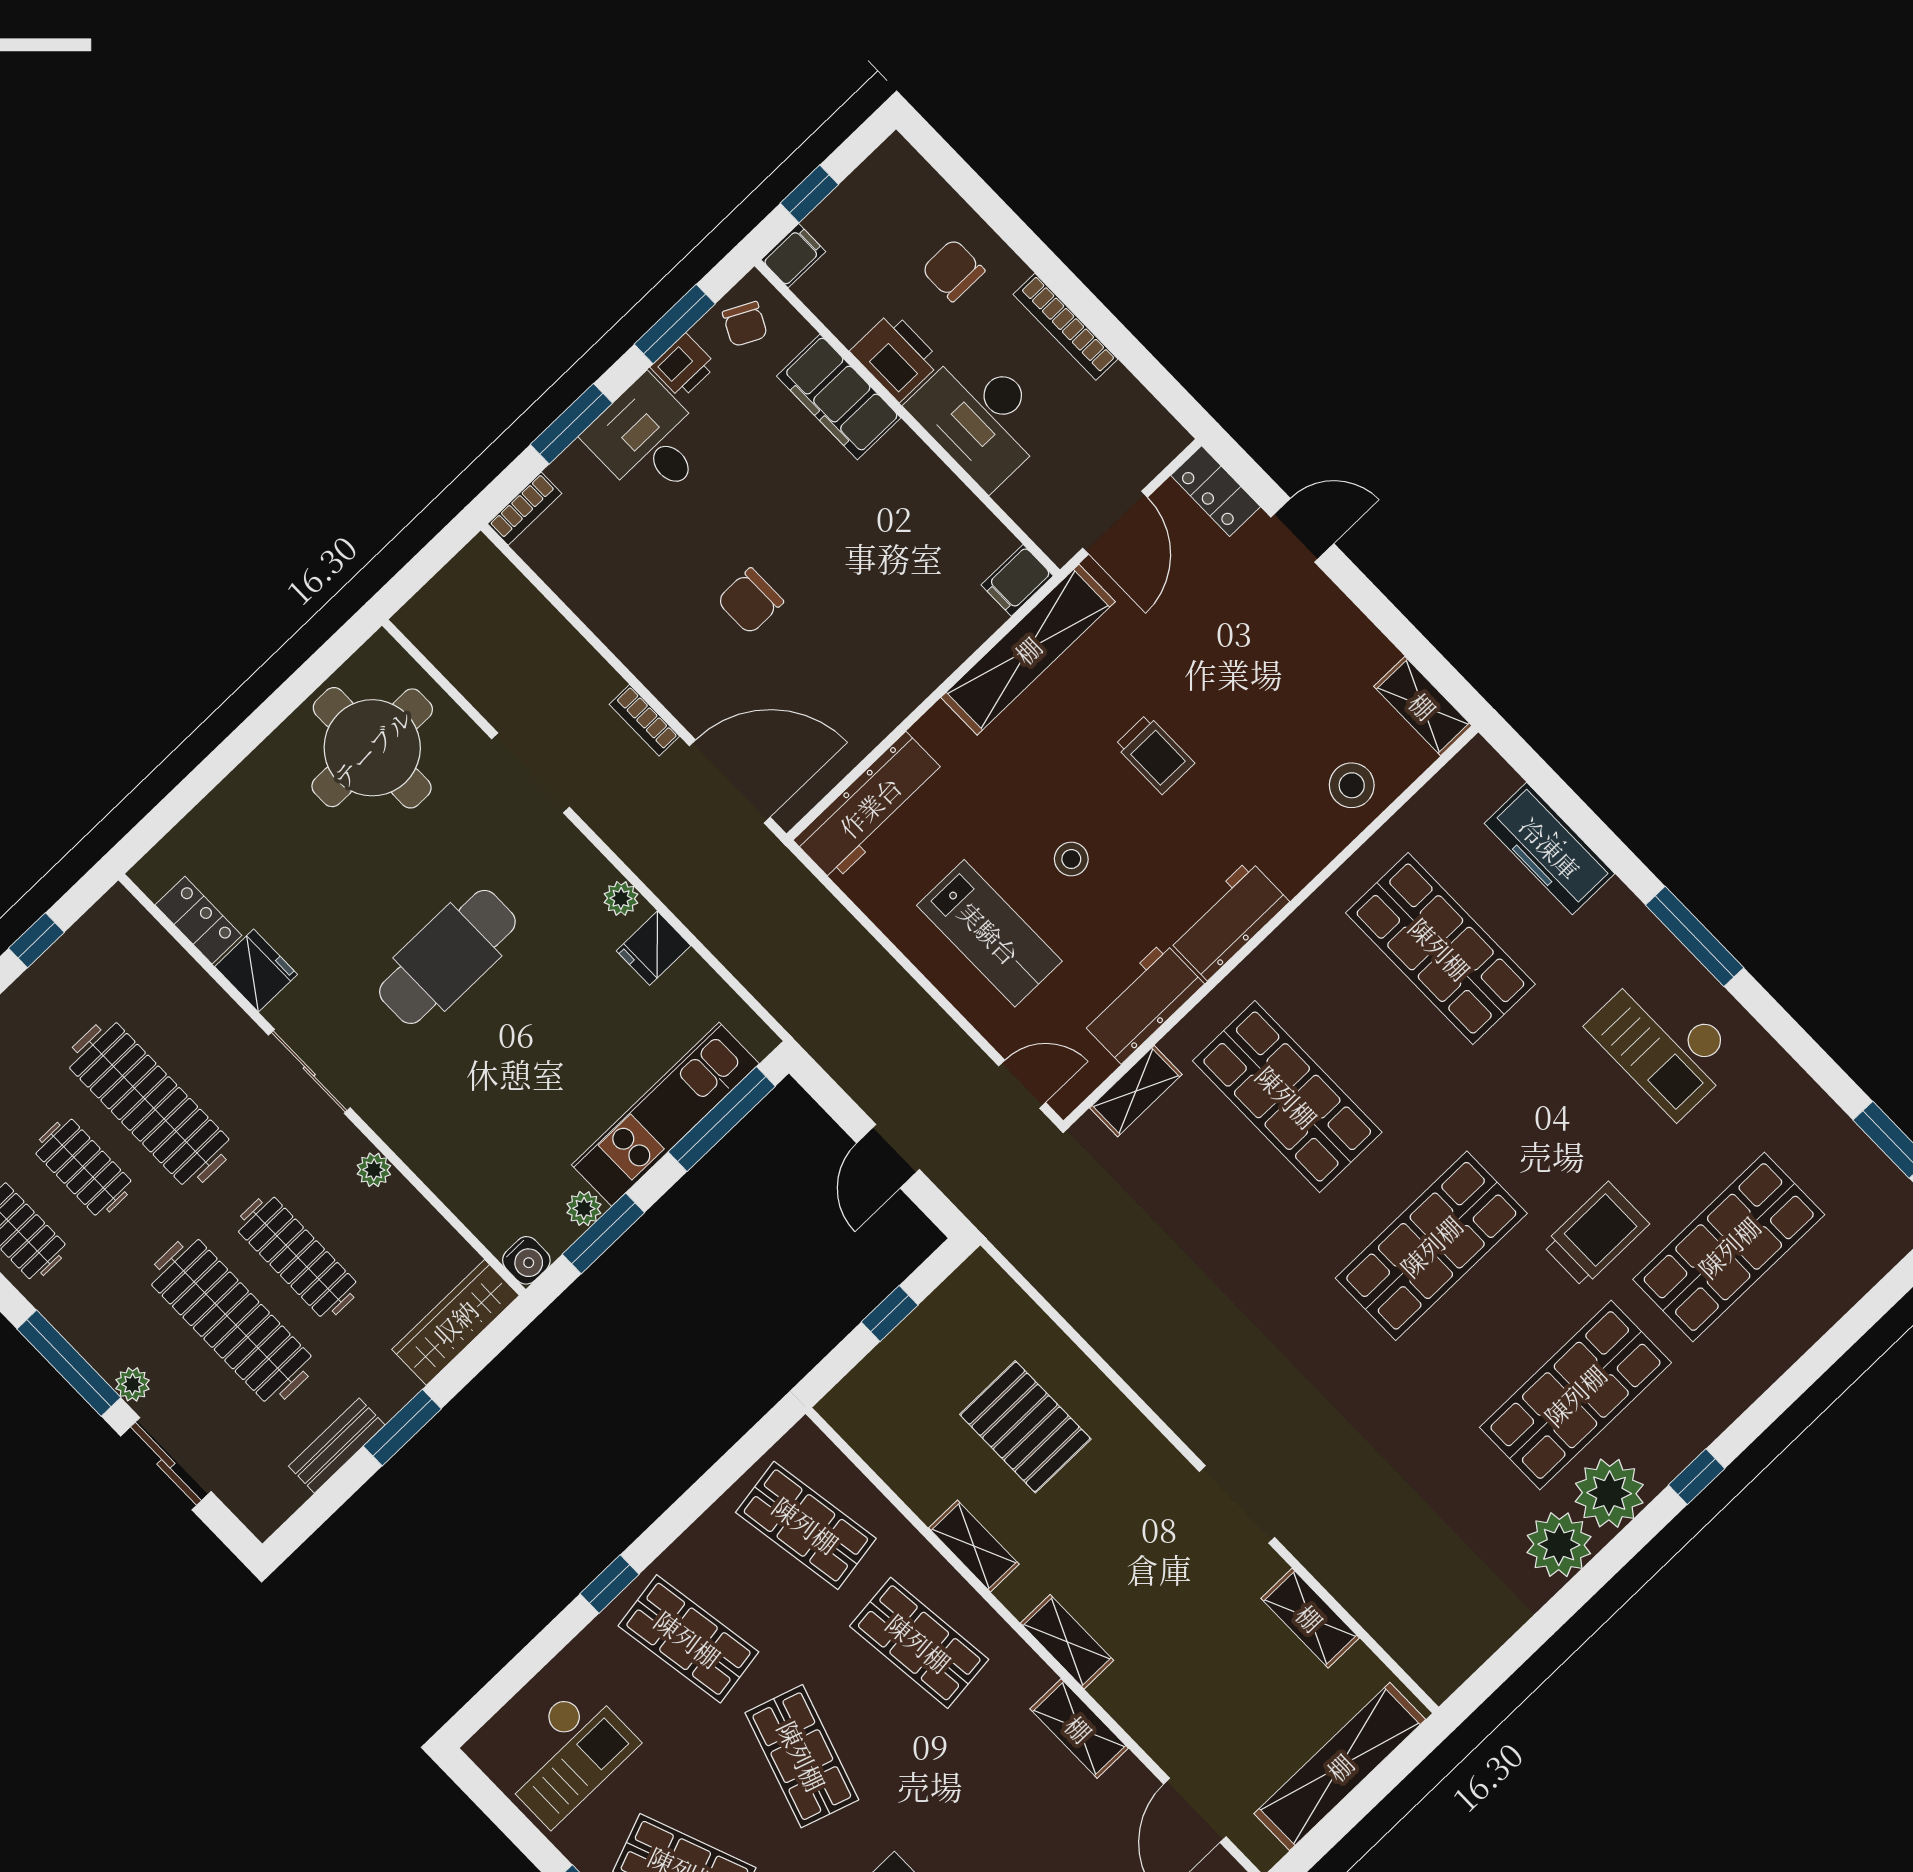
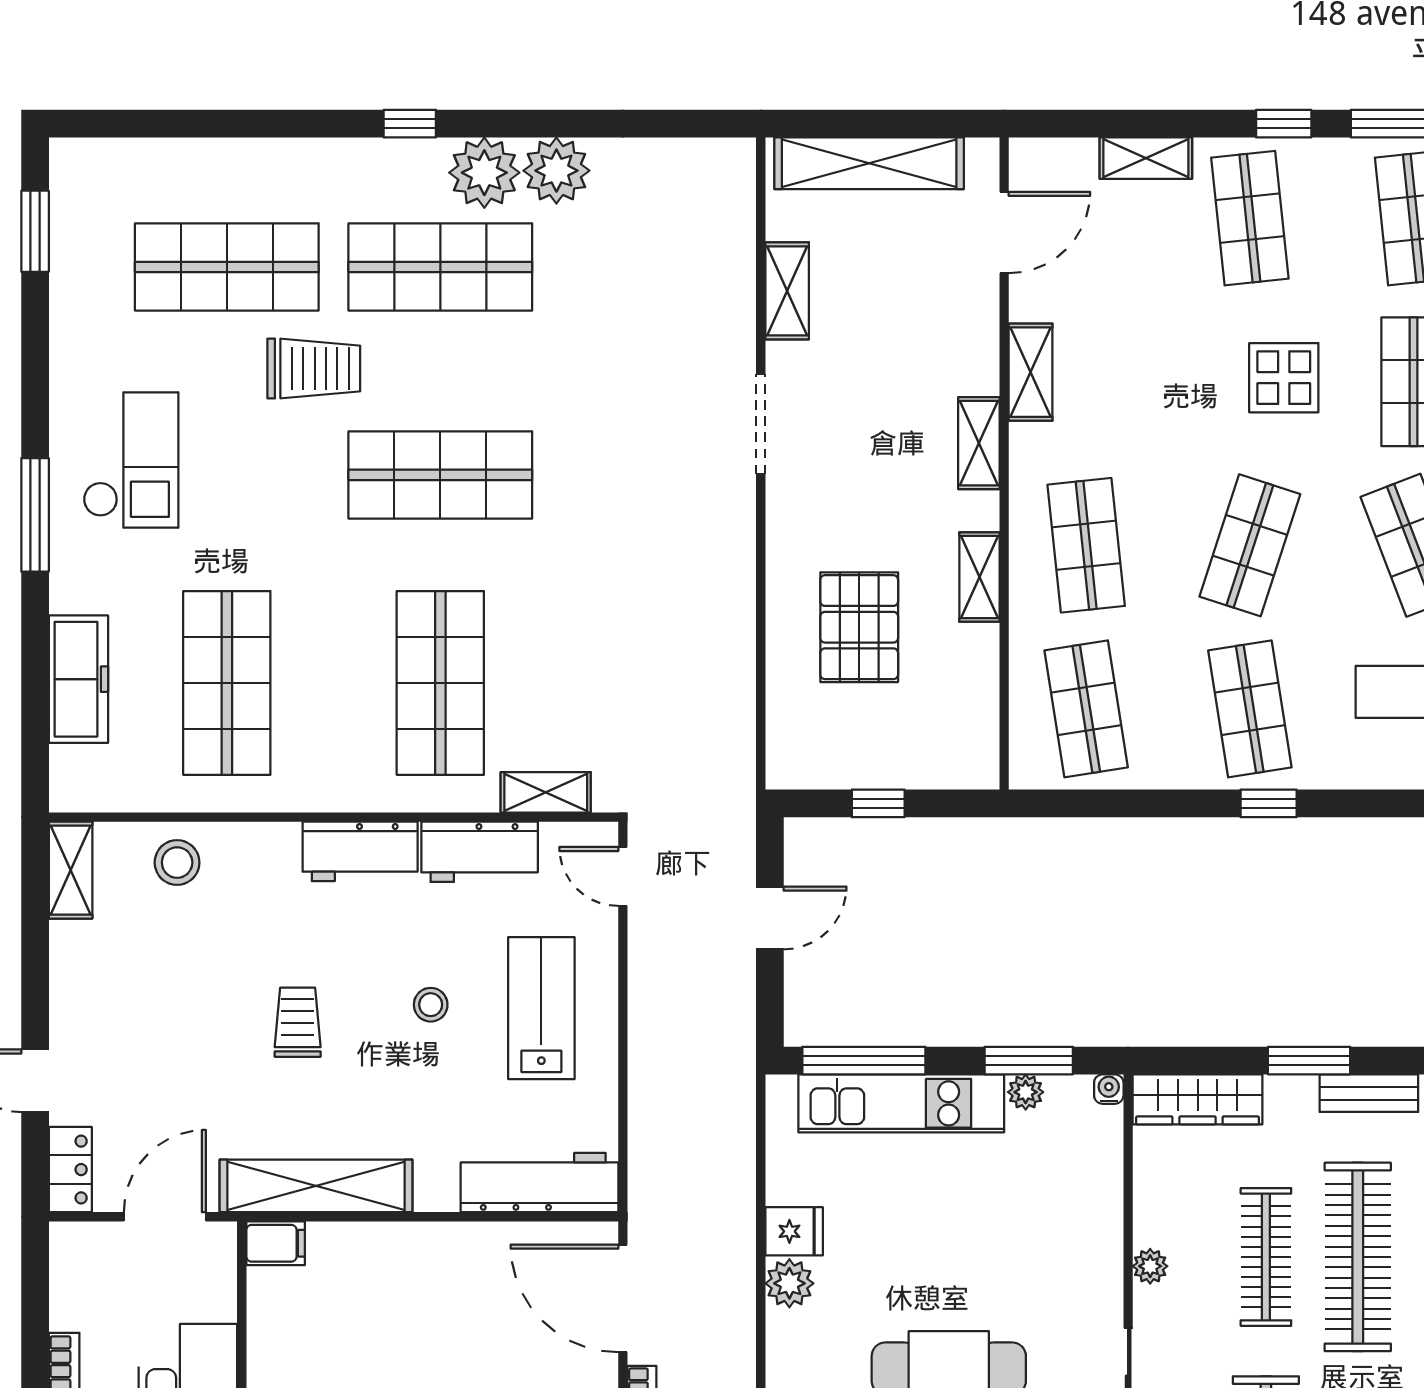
plant: (621, 898) -> (789, 1283), width x1.38, depth x1.38
trolley: (1596, 1234) -> (314, 369), turned 180
water cooler: (526, 1260) -> (1109, 1089), width x0.72, depth x0.72

